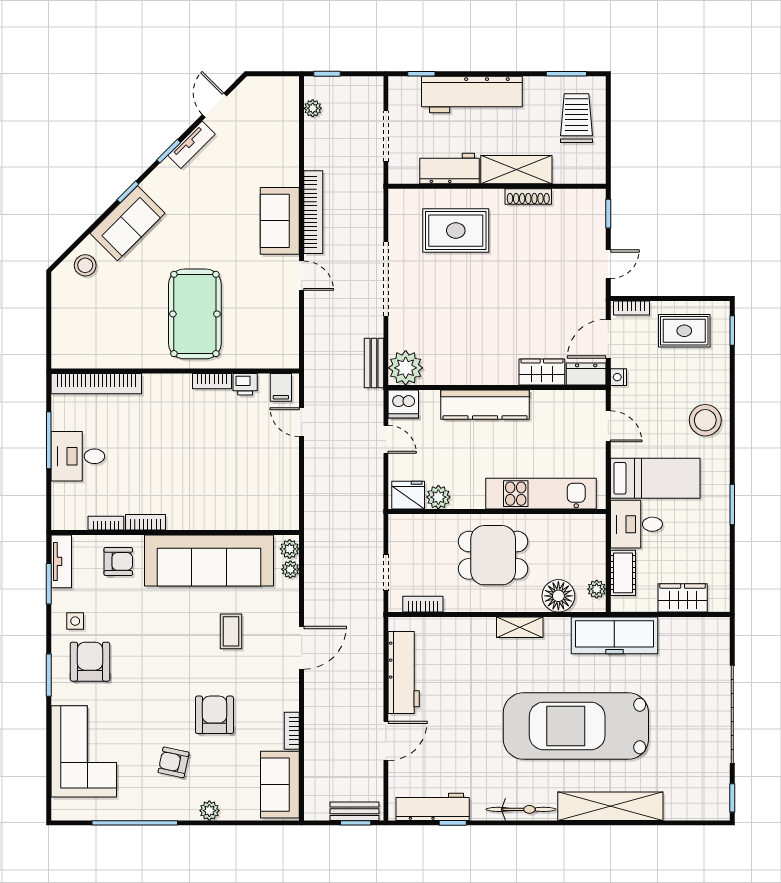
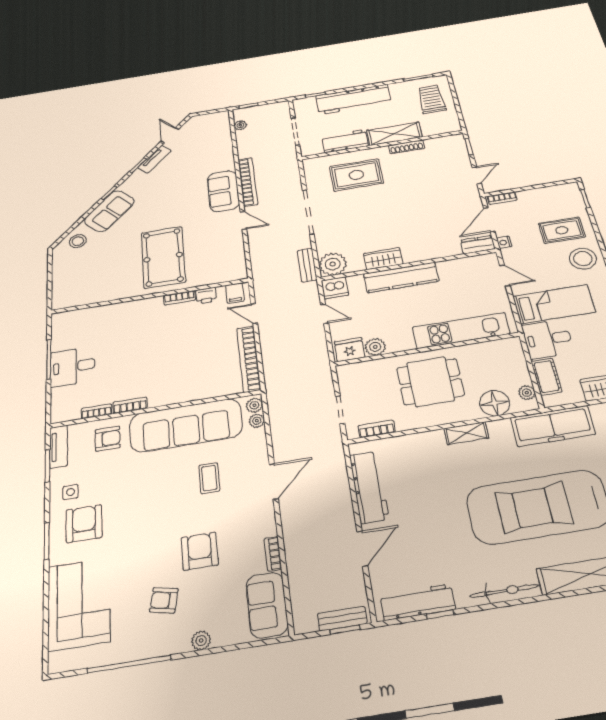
rug: (684, 331) -> (562, 230), moved
wardrobe: (542, 372) -> (383, 259), moved
bookcase: (96, 384) -> (249, 359), moved, turned 90

